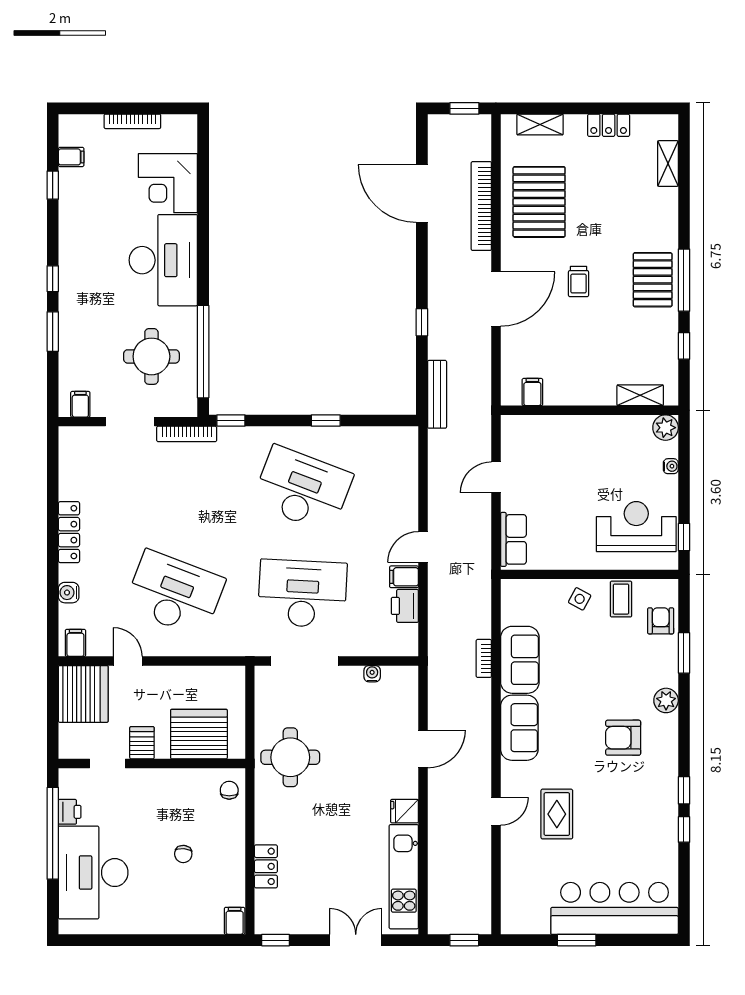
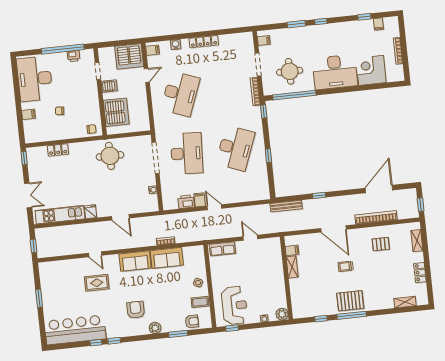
pallet: (539, 202) -> (381, 244), width x0.49, depth x0.50
shelving: (640, 395) -> (292, 267), moved
desk: (93, 873) -> (35, 79), moved, turned -90
bar counter: (615, 908) -> (75, 330), moved, turned -90
filing cabinet: (235, 921) -> (28, 114), moved

